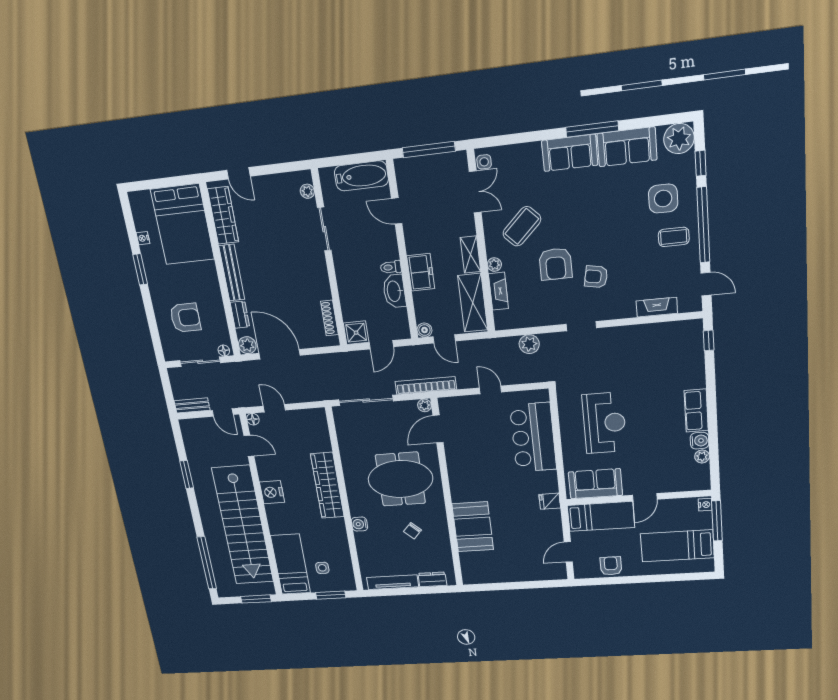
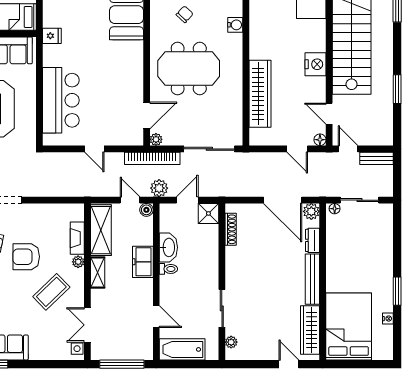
armchair: (555, 264) -> (26, 257), turned -90
armchair: (185, 318) -> (365, 243), removed
plant: (529, 344) -> (159, 188), moved
wardrobe: (327, 485) -> (260, 94), moved

